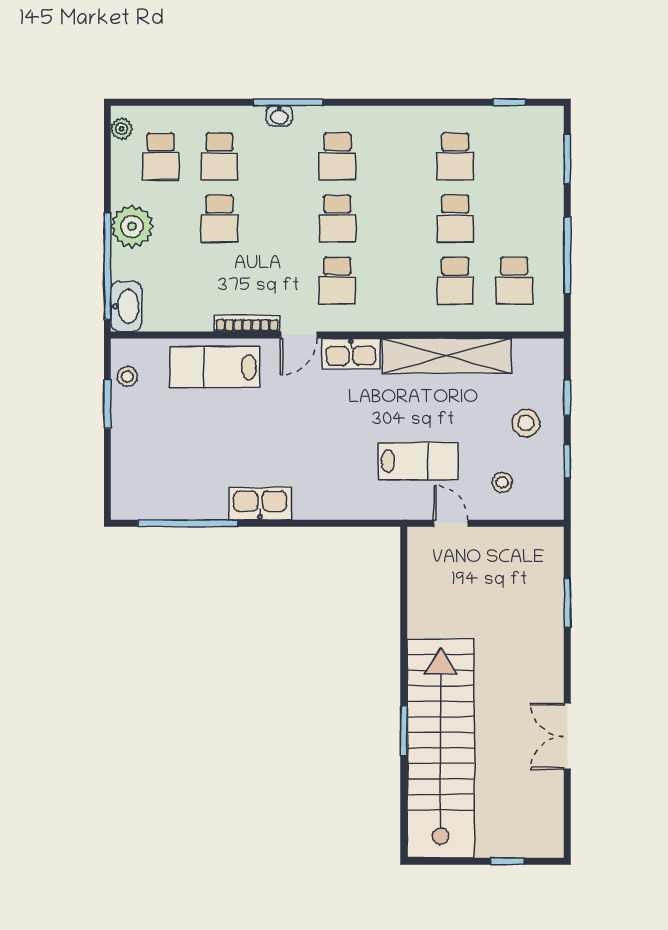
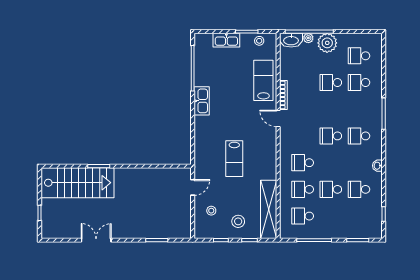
washbasin: (279, 116) -> (377, 166), moved
plant: (121, 129) -> (308, 38), moved
school desk: (337, 281) -> (303, 163), moved
kitchen sink: (351, 354) -> (226, 40), moved, turned -90
shelving: (447, 356) -> (269, 209), moved
lab bench: (418, 461) -> (234, 159), moved
stairs: (441, 748) -> (77, 183), width x0.73

